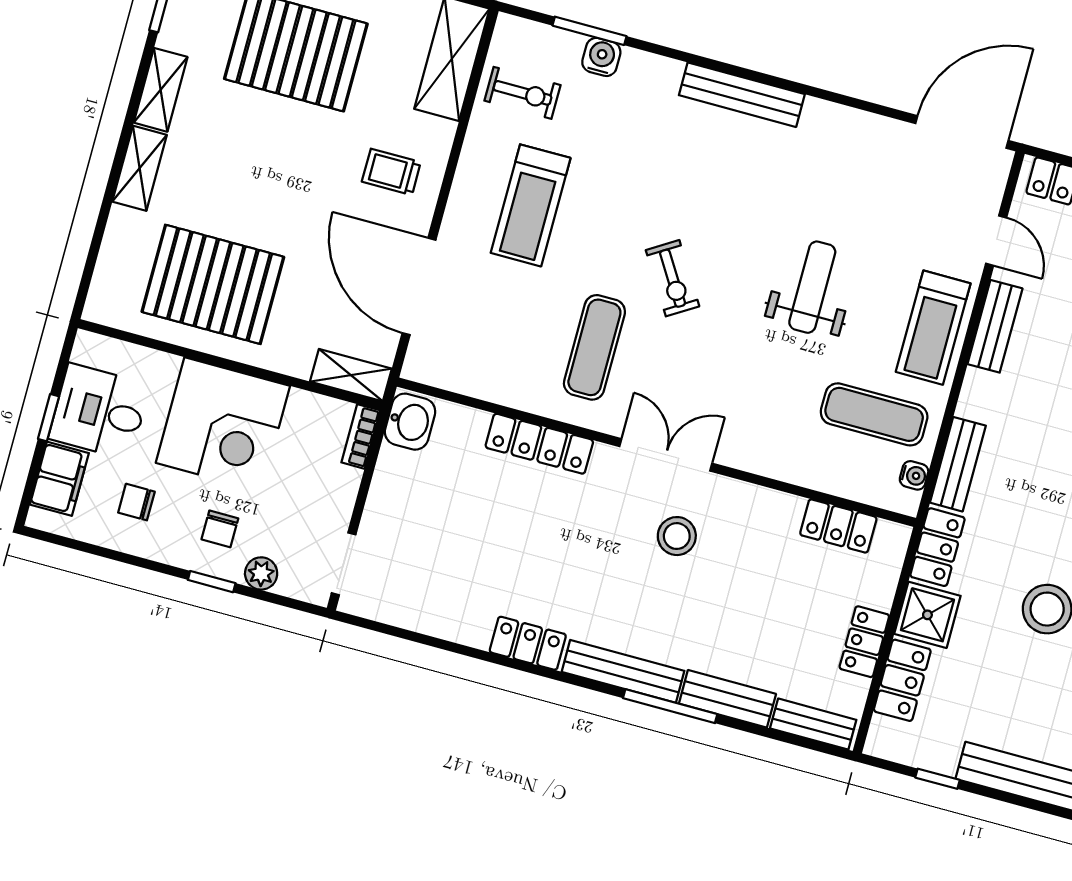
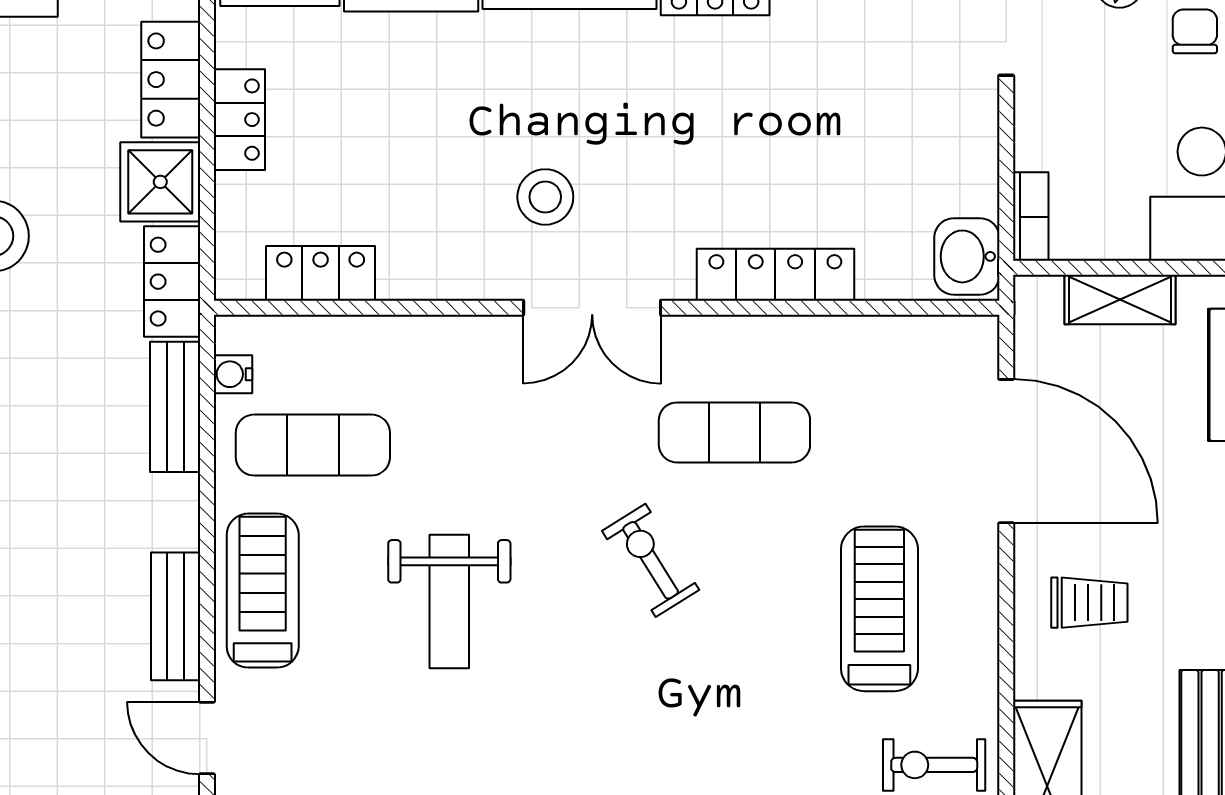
exercise mat: (594, 347) -> (734, 432), turned 90
shelving: (351, 375) -> (1120, 300), moved

